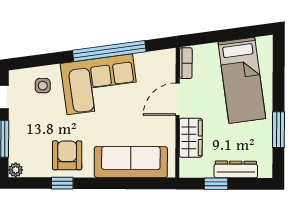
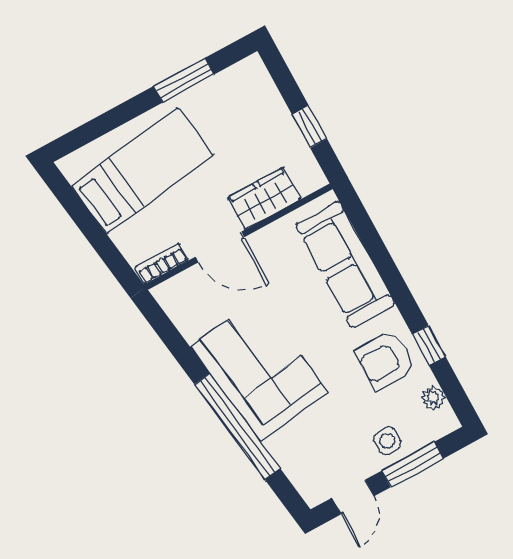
window: (109, 51) -> (237, 426), moved
side table: (43, 86) -> (387, 441), moved
dresser: (236, 169) -> (274, 110), removed
plant: (16, 170) -> (433, 398), moved

